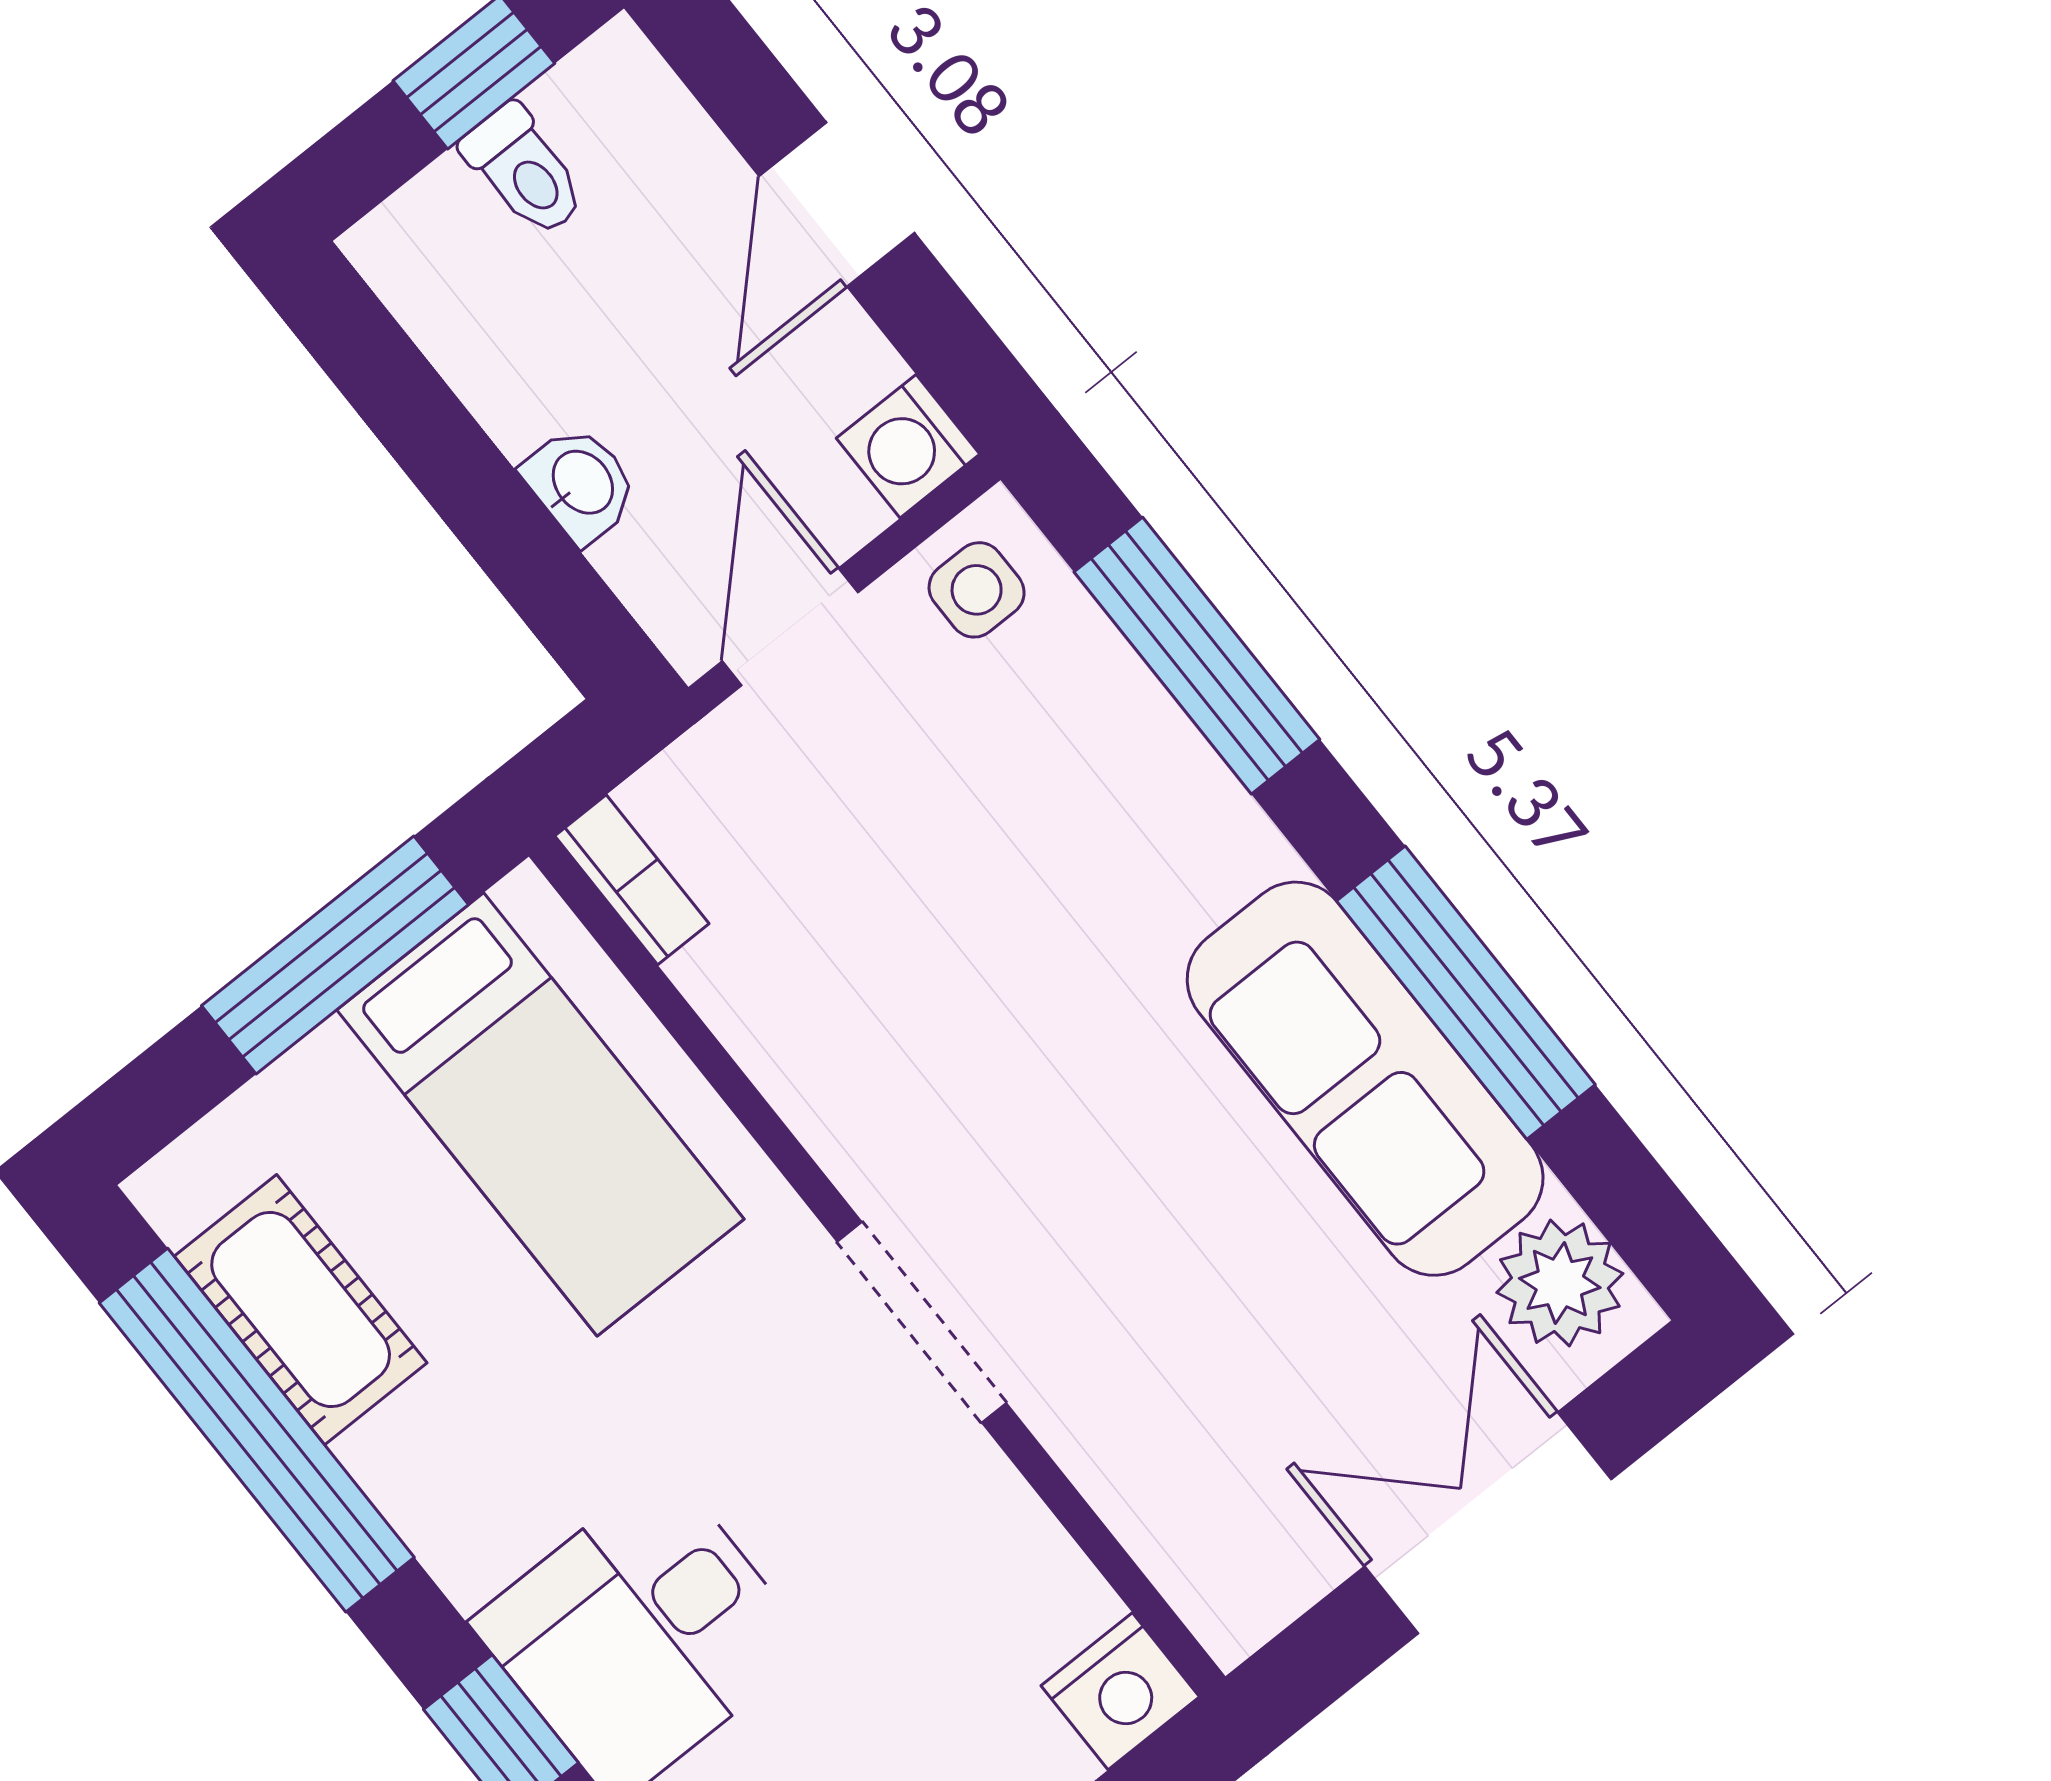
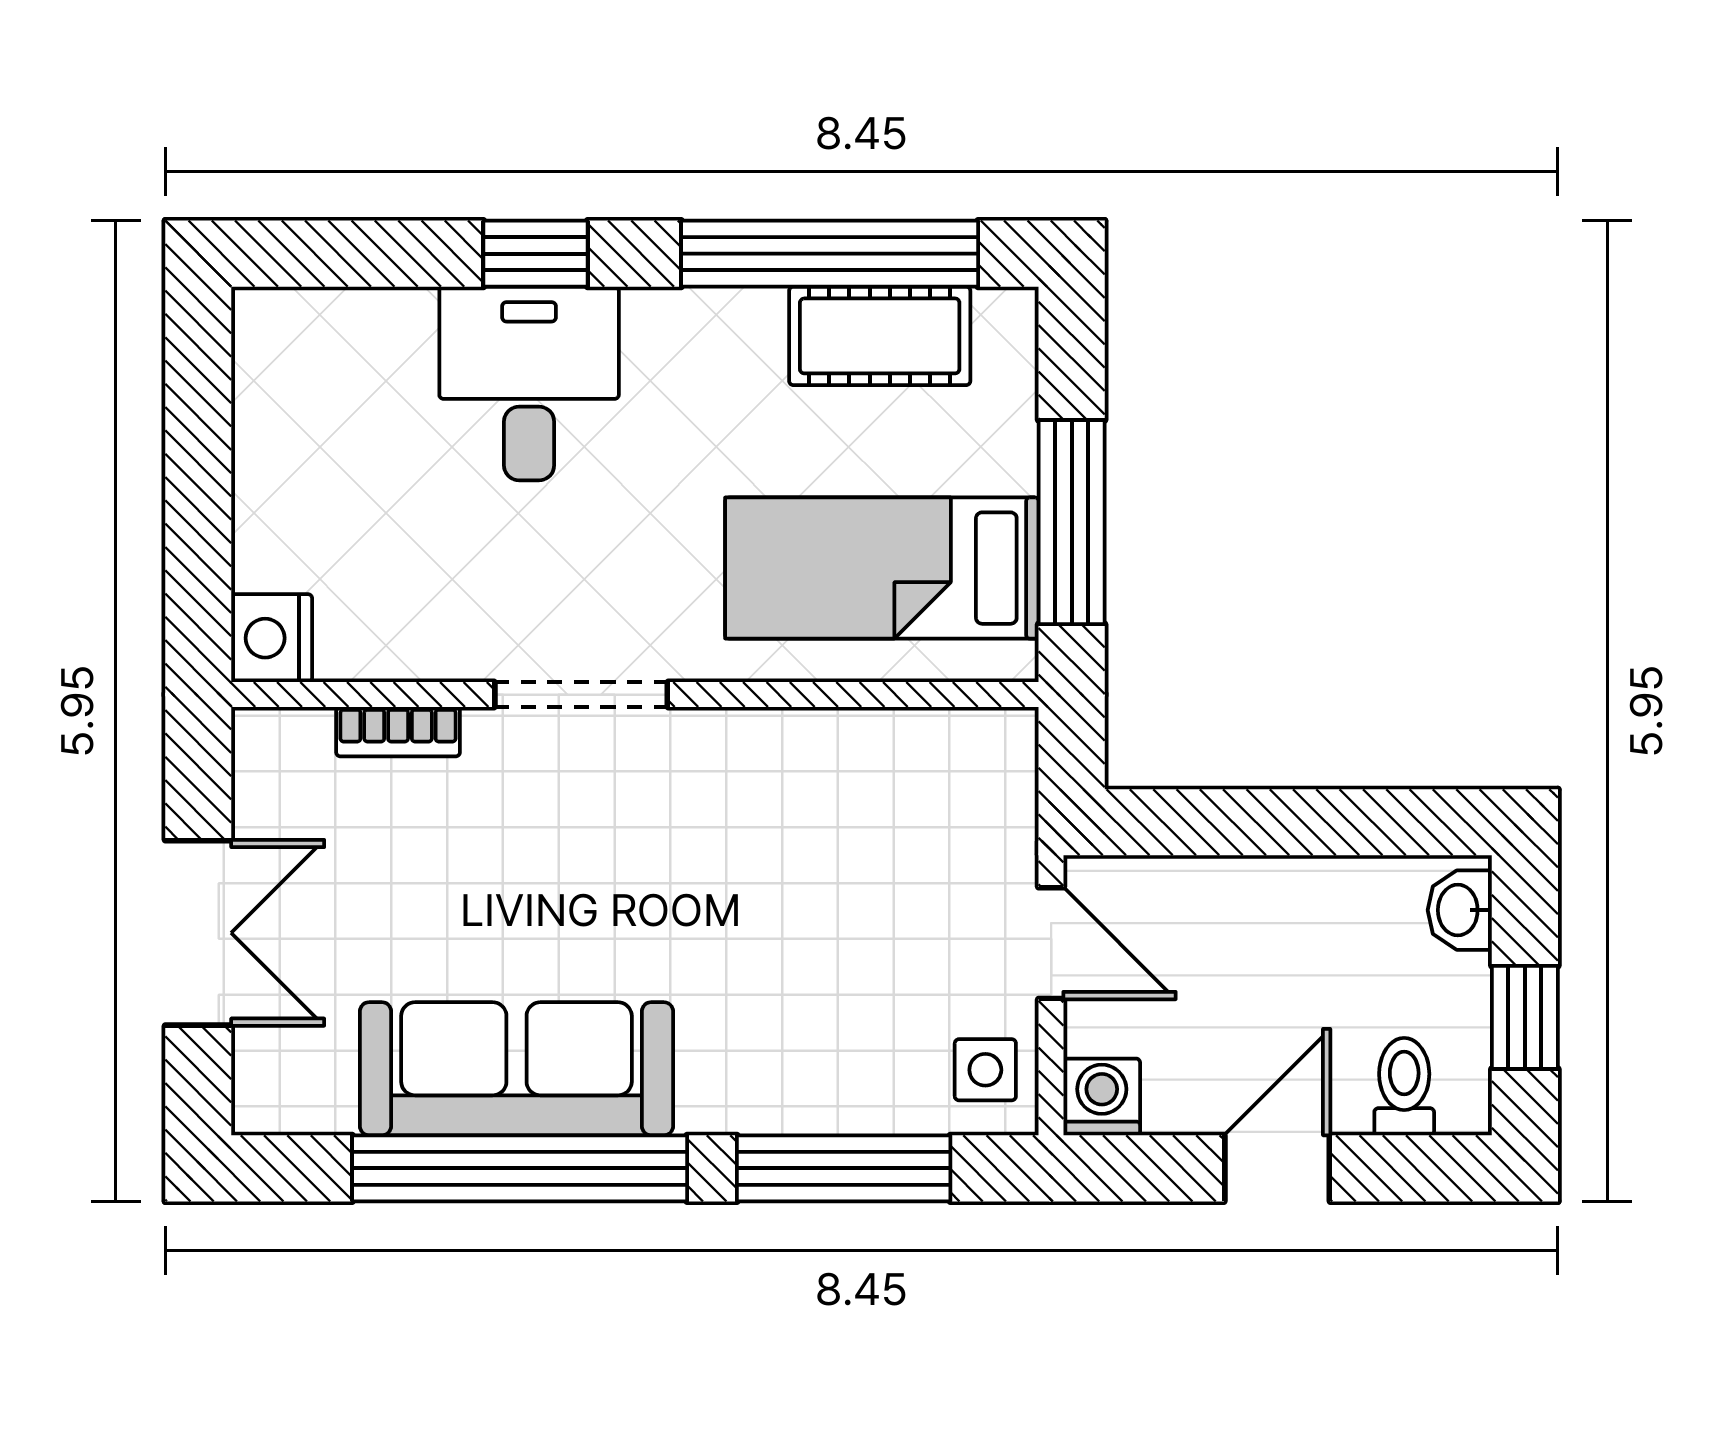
toilet: (524, 171) -> (1404, 1087), moved, turned 90
door: (837, 204) -> (1277, 1168), hinge flipped
washbasin: (581, 484) -> (1460, 910), moved, turned 90
bookcase: (632, 880) -> (398, 732), moved
window: (1466, 993) -> (520, 1168), width x1.46
plant: (1560, 1283) -> (305, 1087), removed

